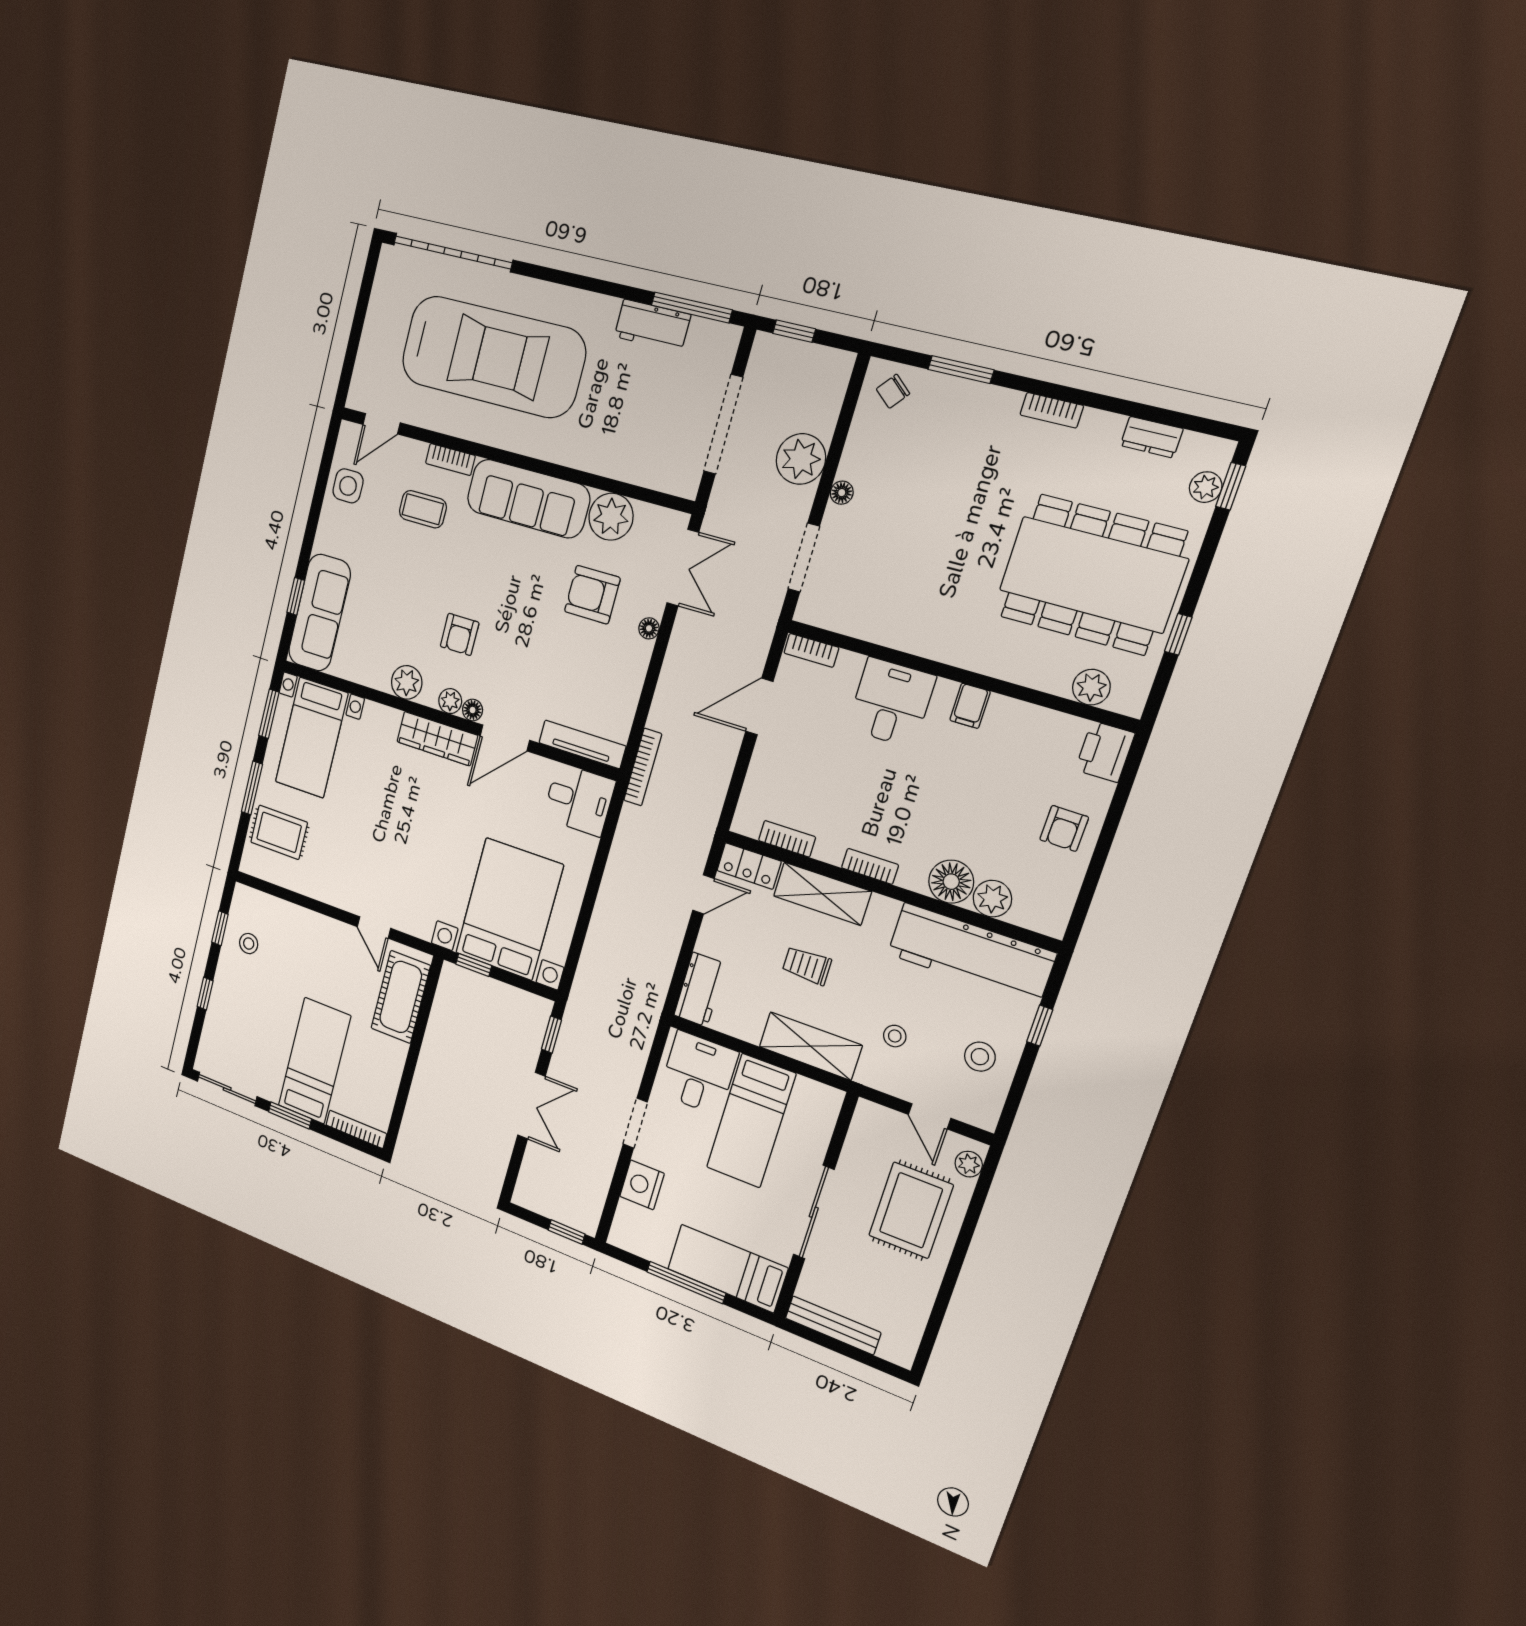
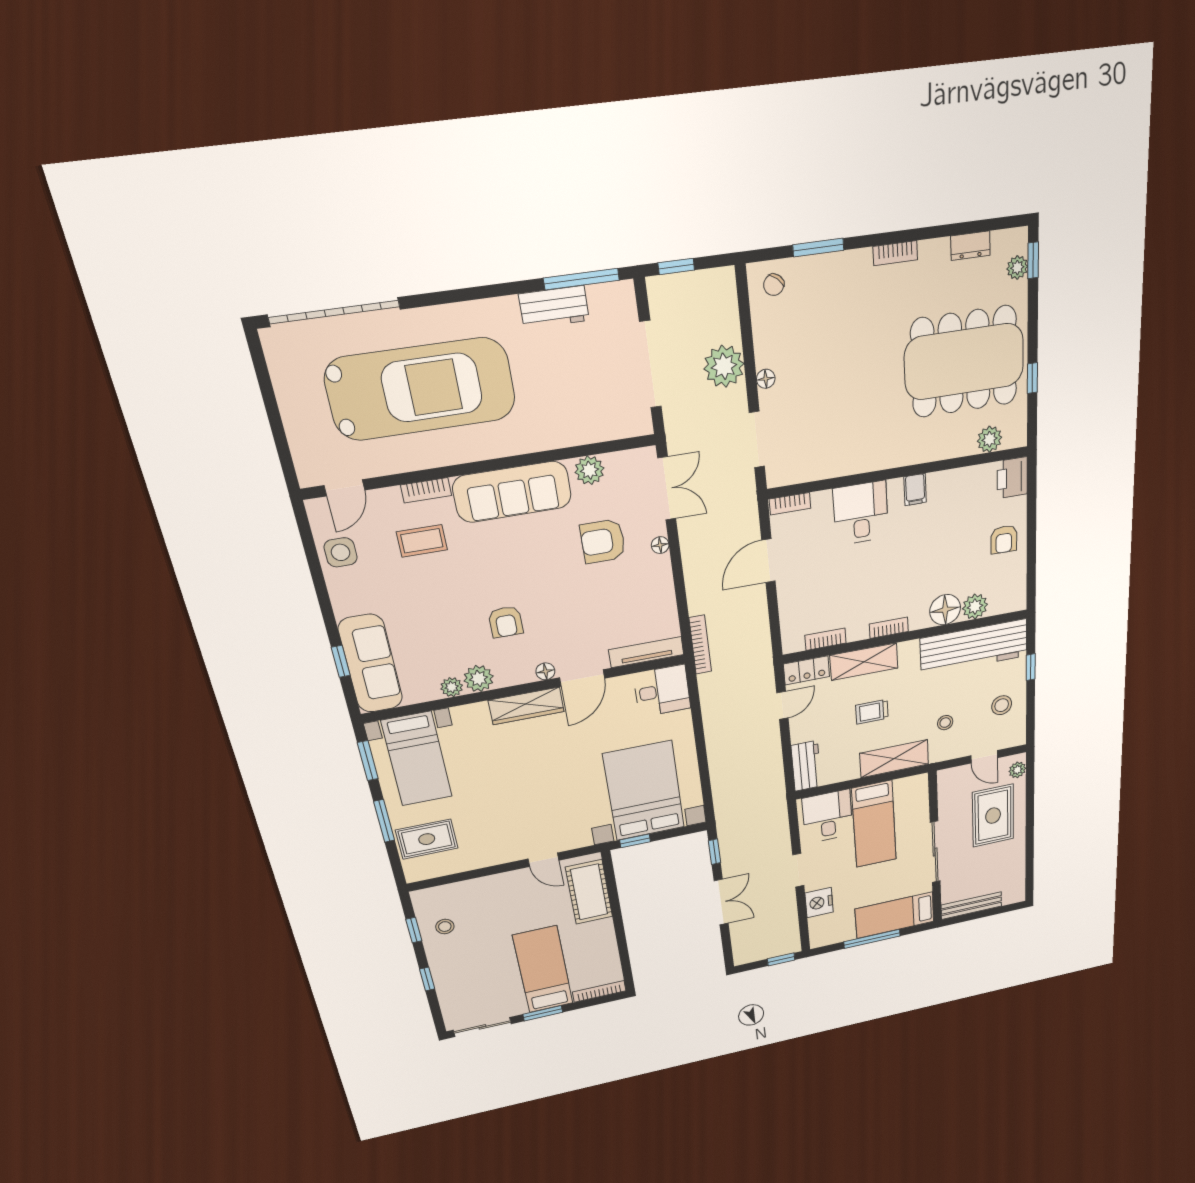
plant: (611, 517) -> (589, 470), width x0.73, depth x0.73
plant: (450, 701) -> (452, 687), moved

